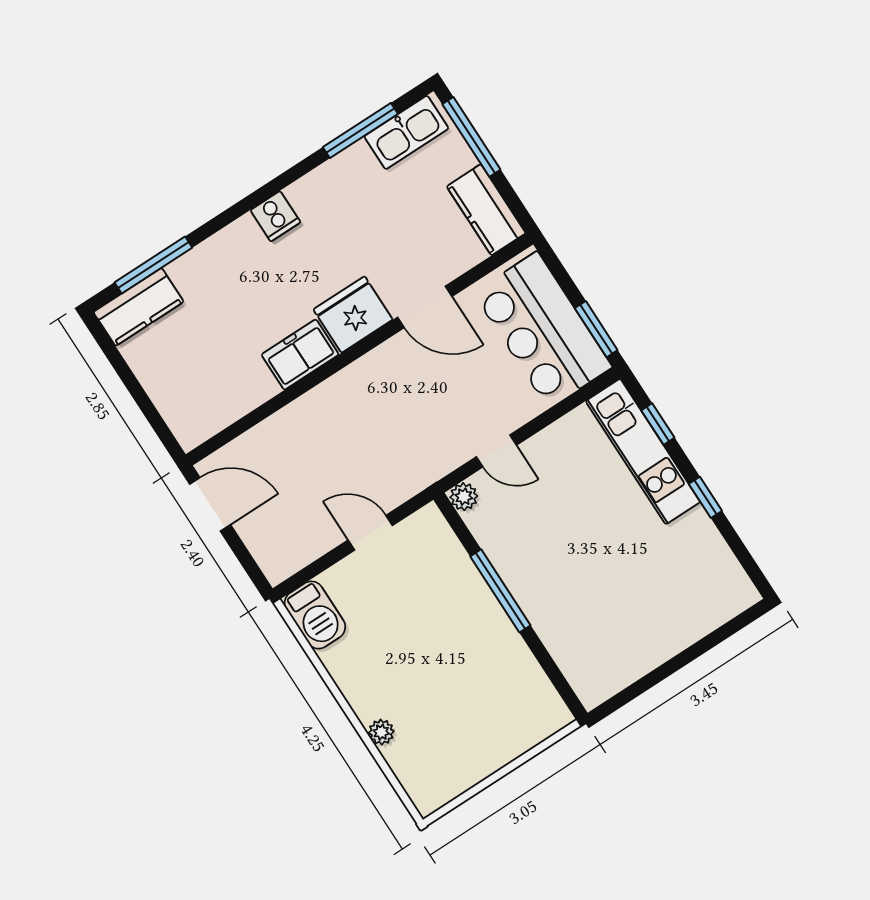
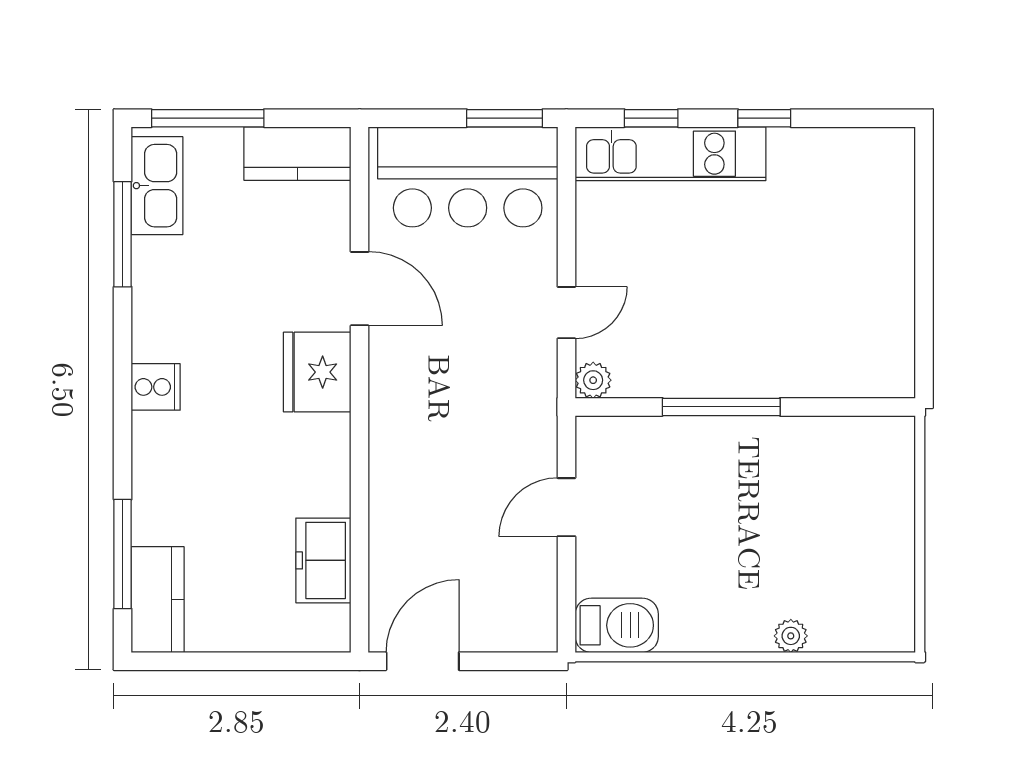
door: (425, 307) -> (360, 289), hinge flipped
freezer: (300, 355) -> (323, 560), moved

